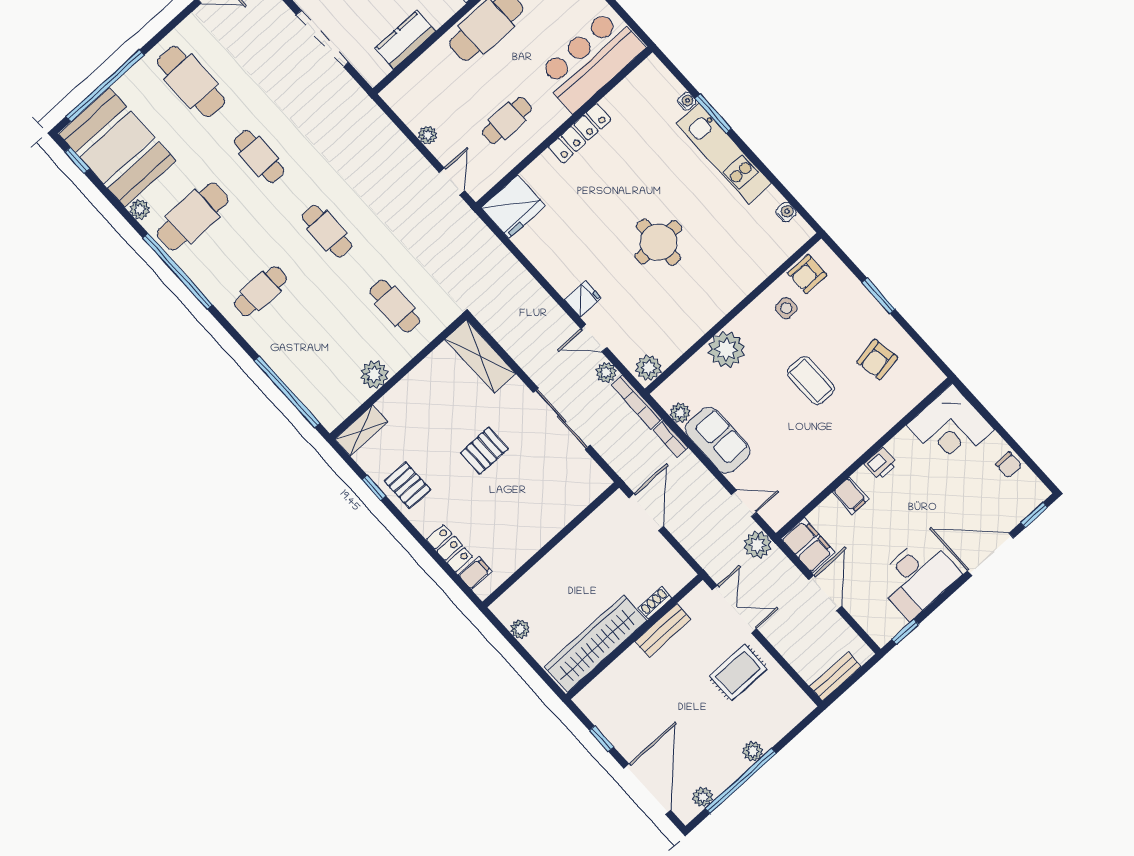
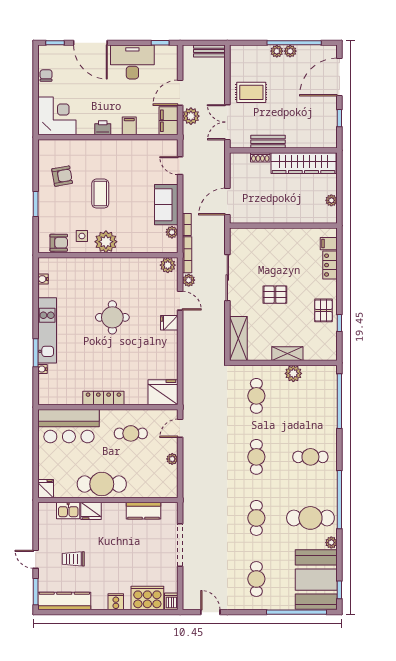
cafe table: (191, 81) -> (256, 579), width x0.73, depth x0.74
plant: (726, 350) -> (106, 242), moved
shelving: (361, 430) -> (287, 354), moved
plant: (758, 545) -> (191, 116), moved
plant: (703, 797) -> (290, 51), moved

